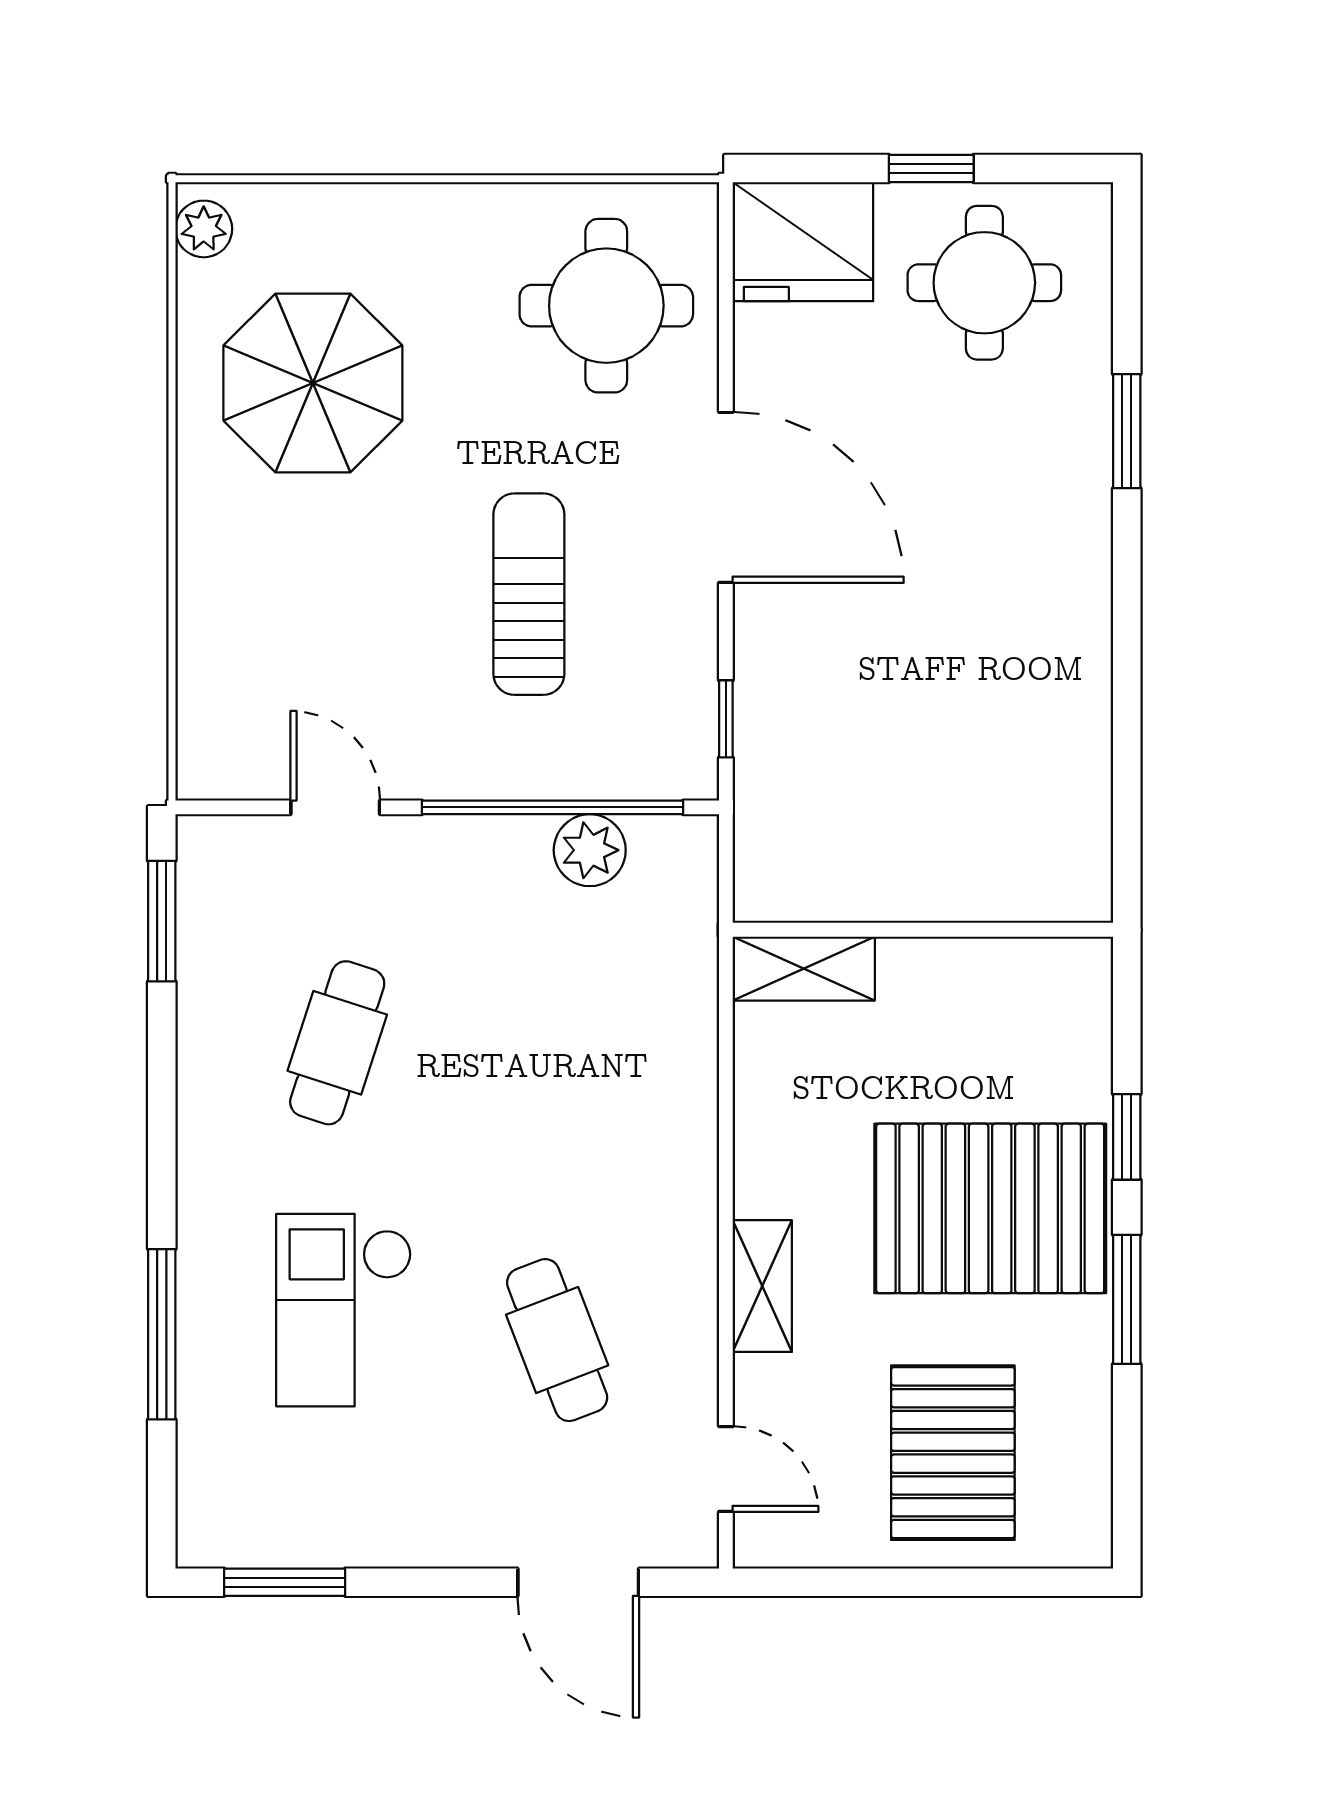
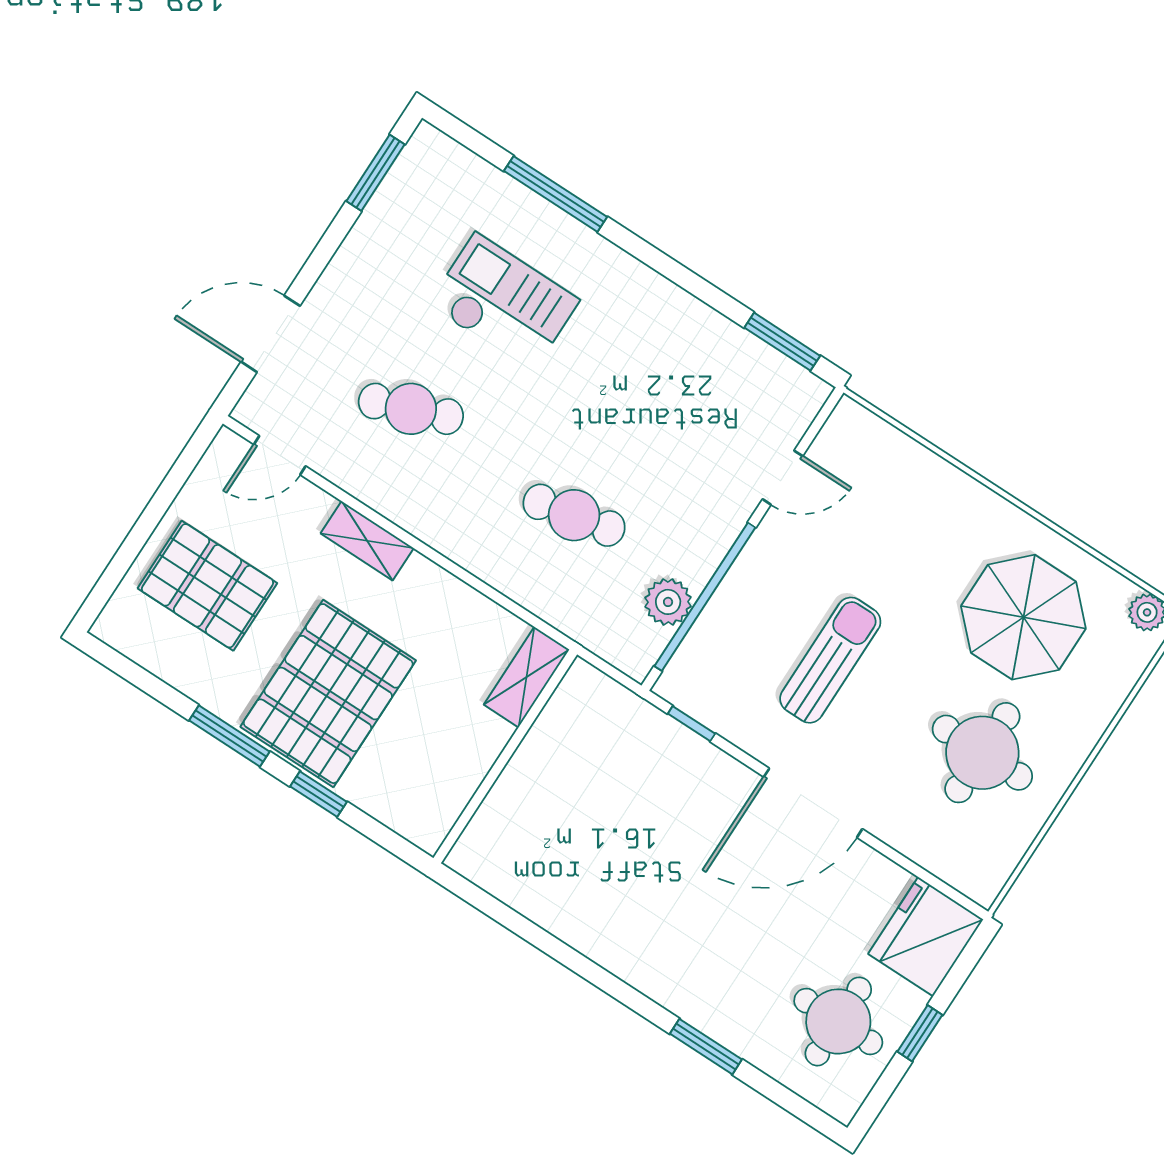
round table: (606, 306) -> (982, 753), moved
sun lounger: (529, 594) -> (830, 660), turned -90
cafe table: (337, 1043) -> (574, 515), moved, turned -30

